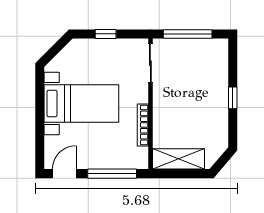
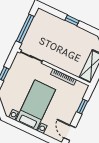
window: (112, 174) -> (82, 106), width x0.46

